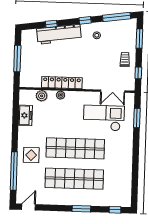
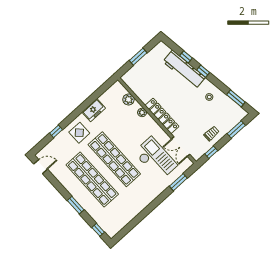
window: (117, 17) -> (236, 98), width x0.69
window: (85, 20) -> (203, 71), moved
window: (17, 59) -> (138, 57), width x0.69
locker: (62, 83) -> (162, 116), moved
freezer: (25, 115) -> (94, 110), moved
window: (14, 171) -> (56, 131), width x0.32

